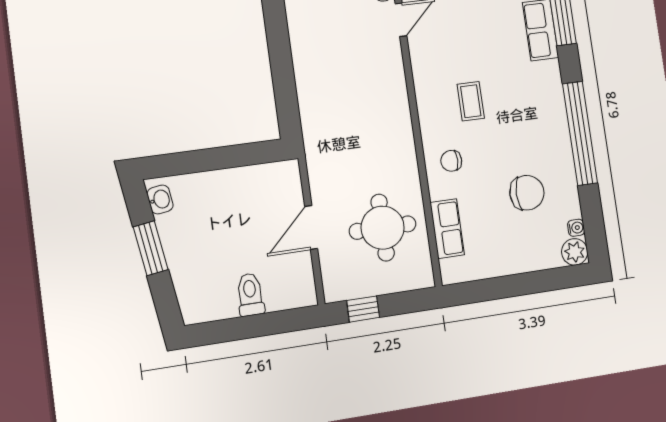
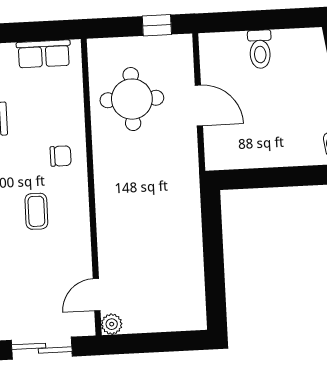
door: (311, 227) -> (199, 105), hinge flipped
row of seats: (447, 229) -> (44, 54), moved, turned -90

